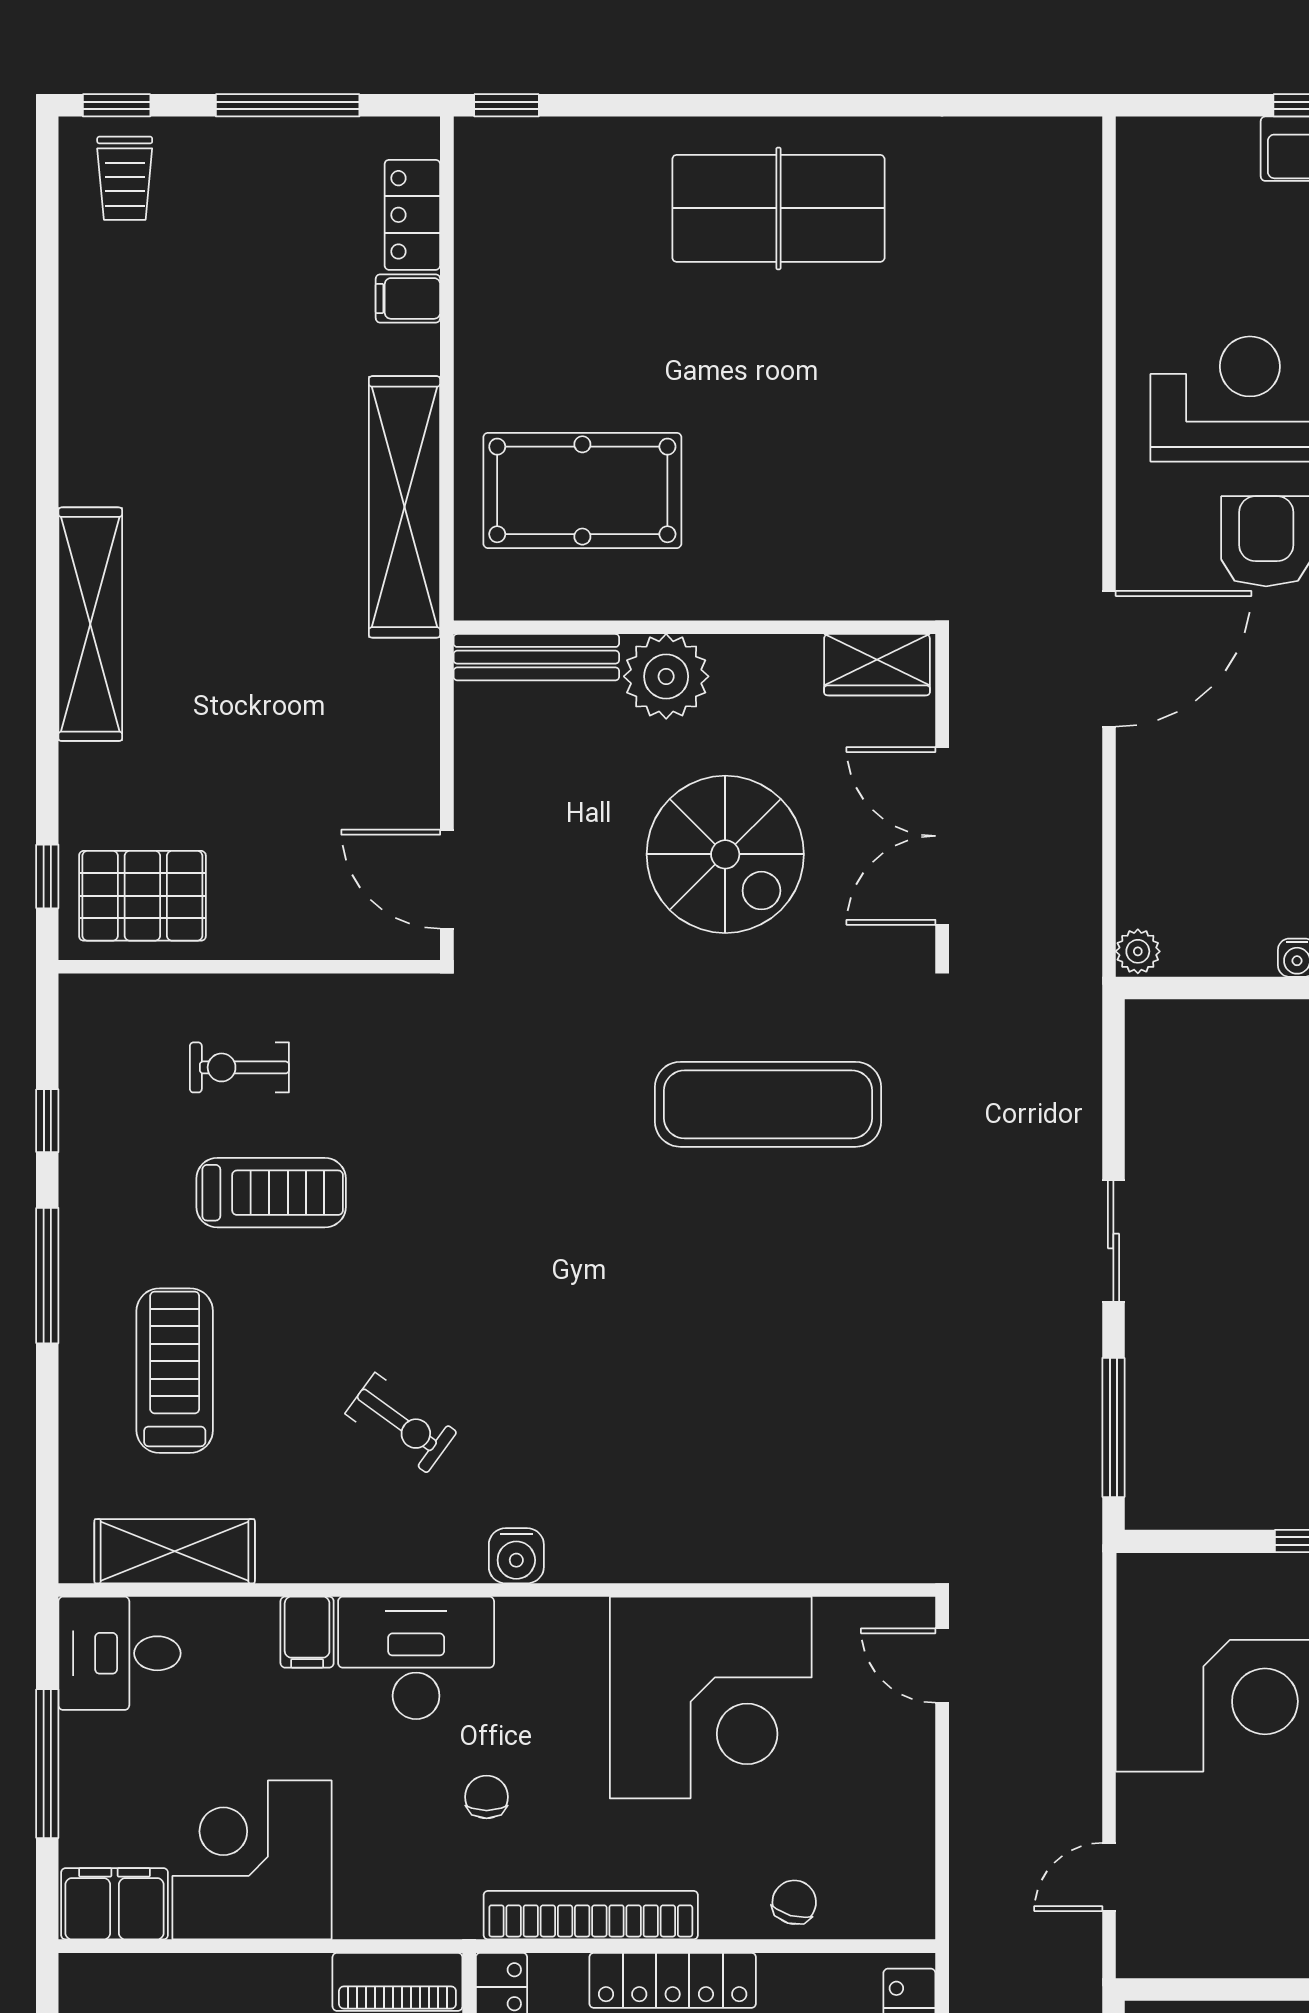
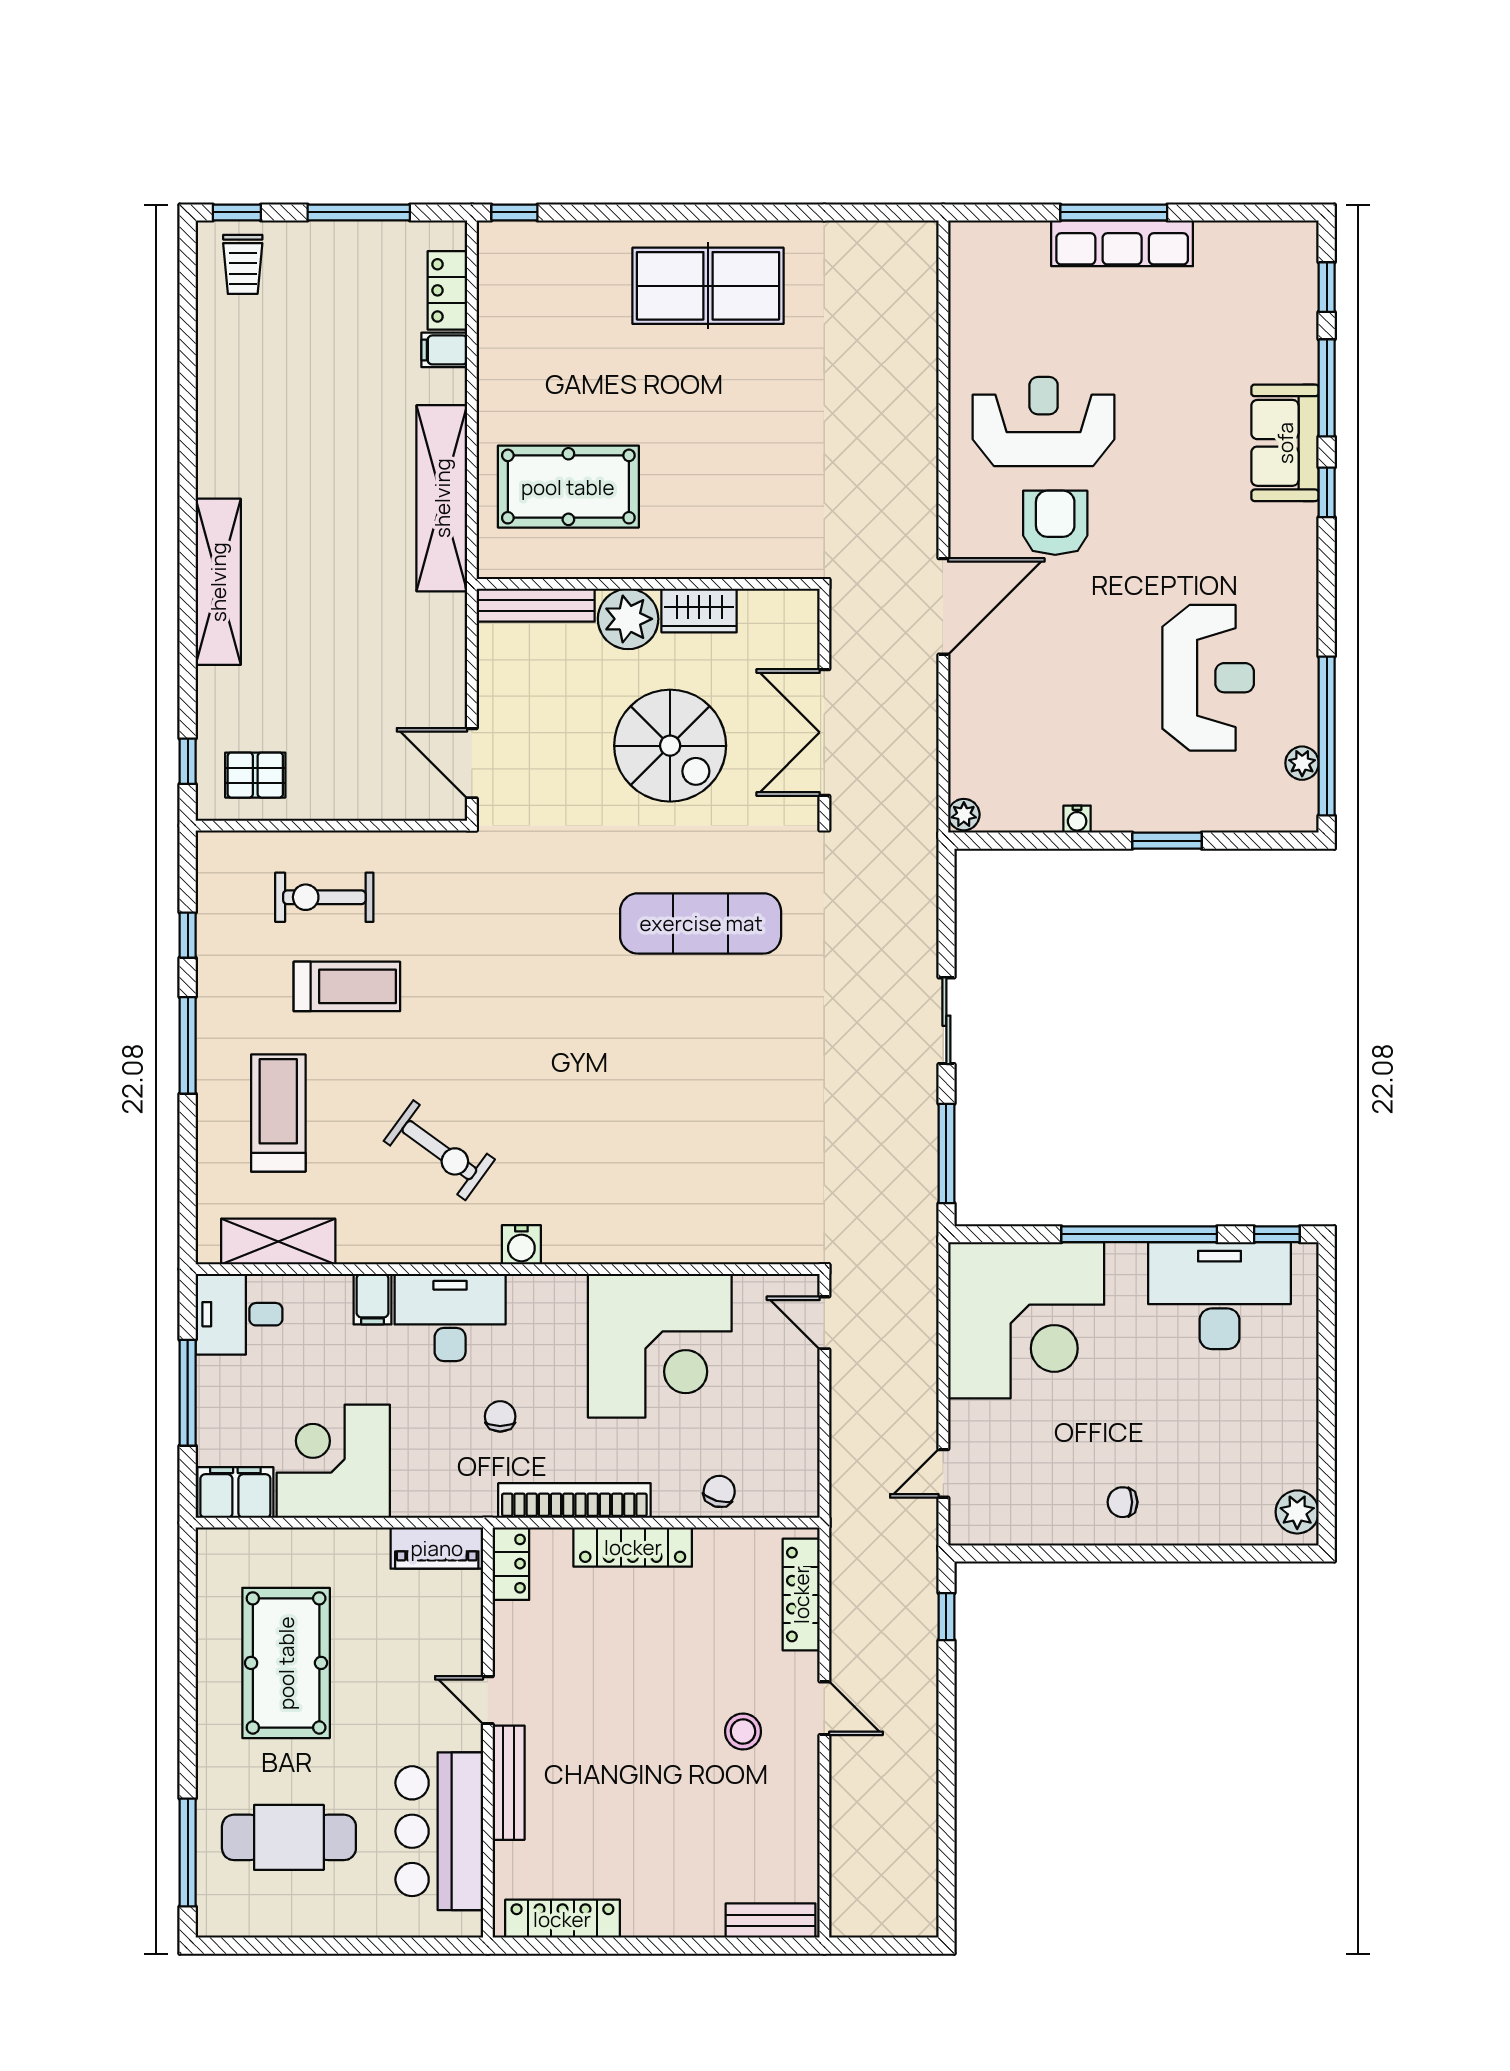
wardrobe: (877, 665) -> (699, 611), moved
pallet: (142, 896) -> (255, 775), width x0.67, depth x0.71
exercise bike: (239, 1067) -> (324, 897), width x1.38, depth x1.39
exercise bike: (401, 1423) -> (439, 1150), width x1.38, depth x1.39

